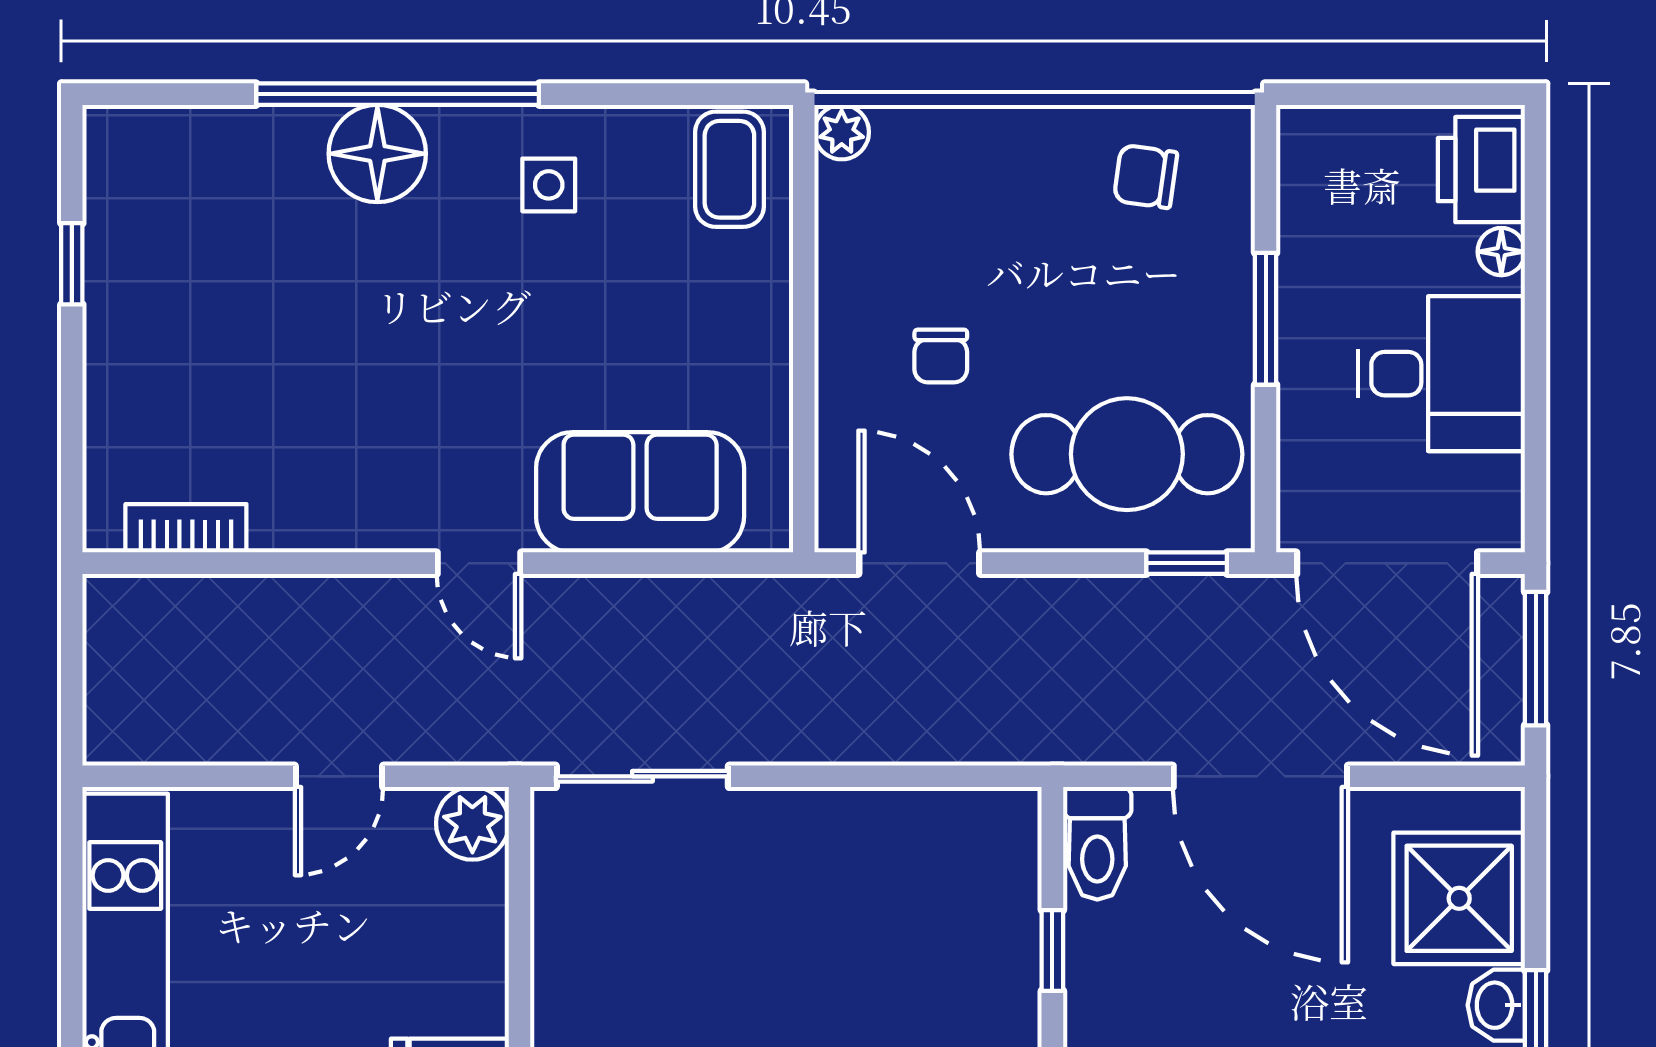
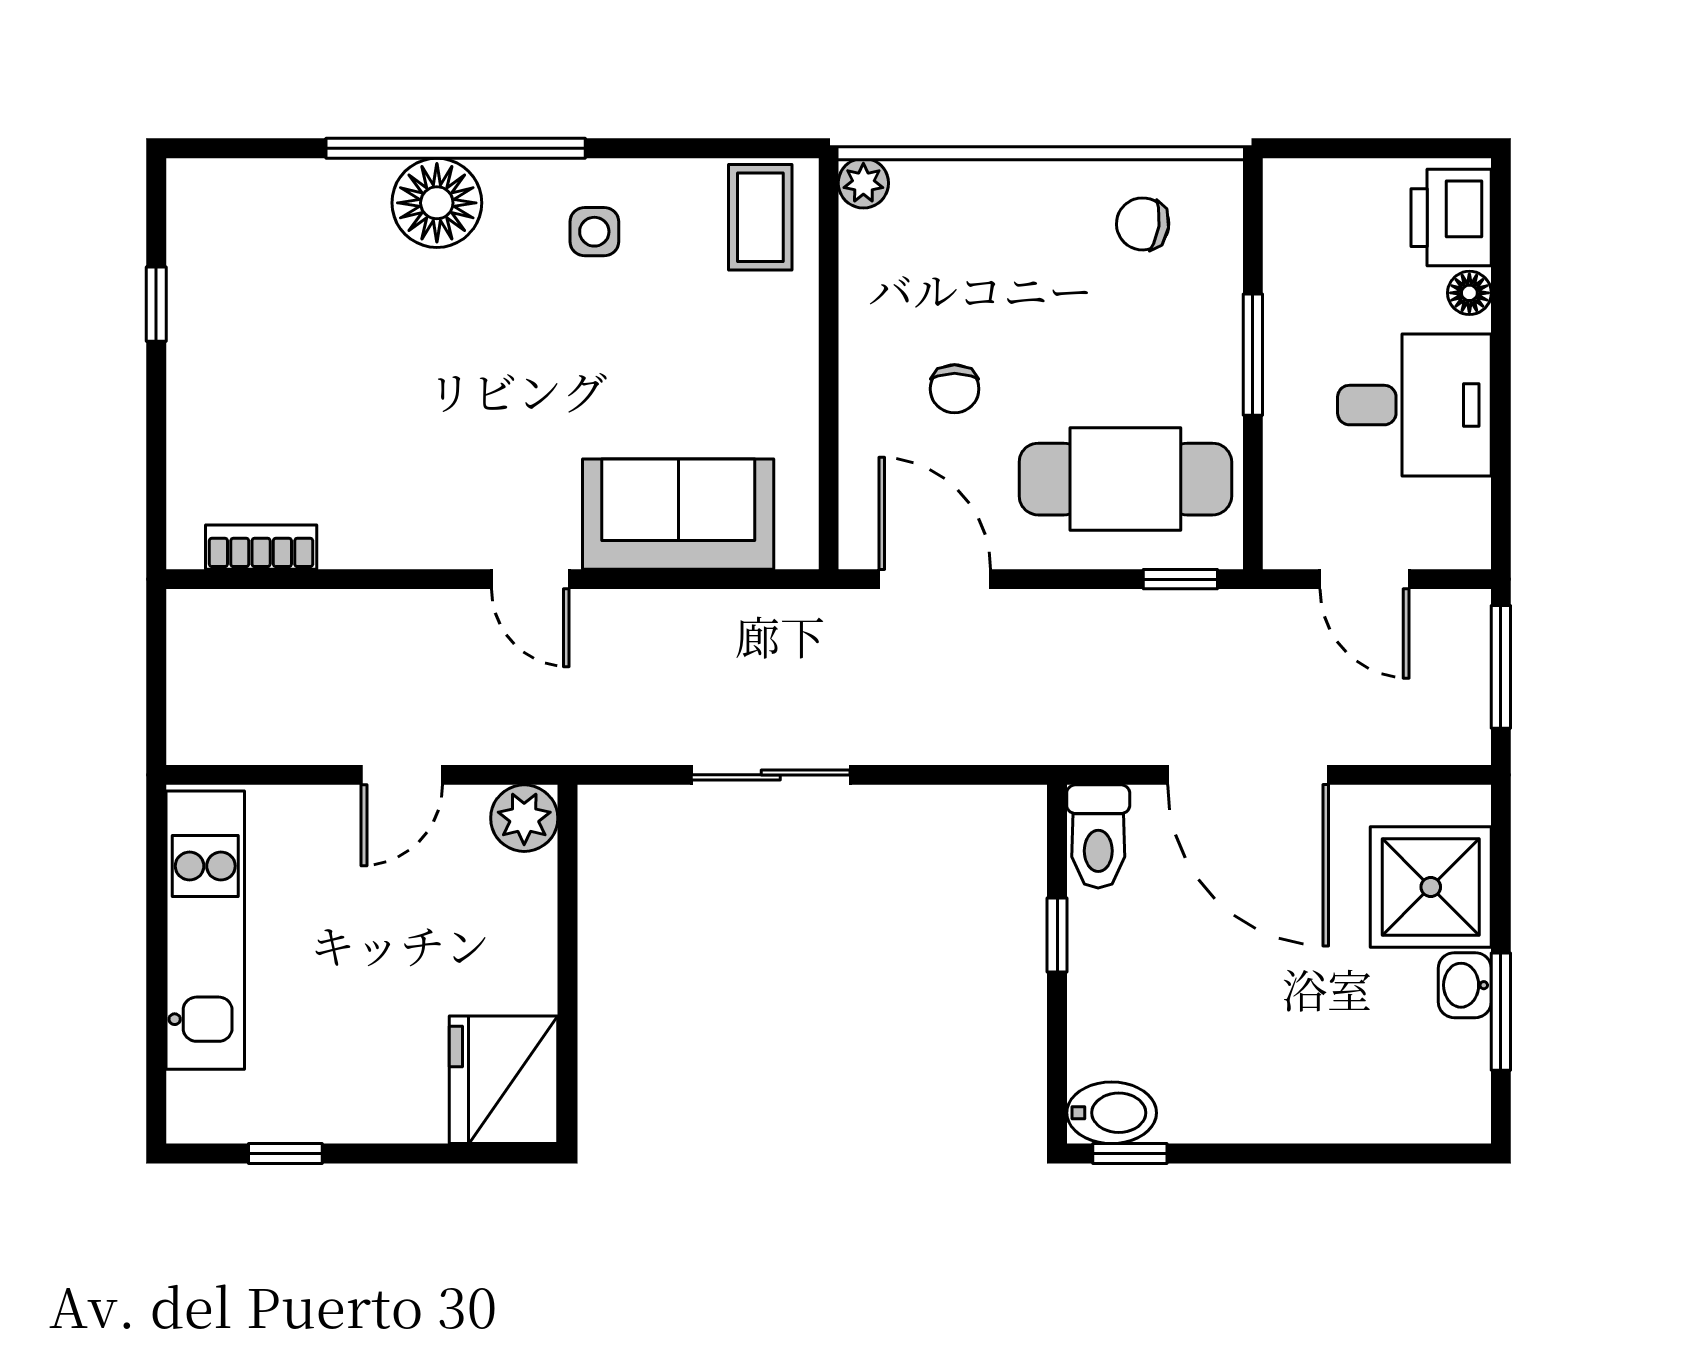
door: (1387, 563) -> (1365, 579), width x0.53
sliding door: (642, 776) -> (771, 775), moved

